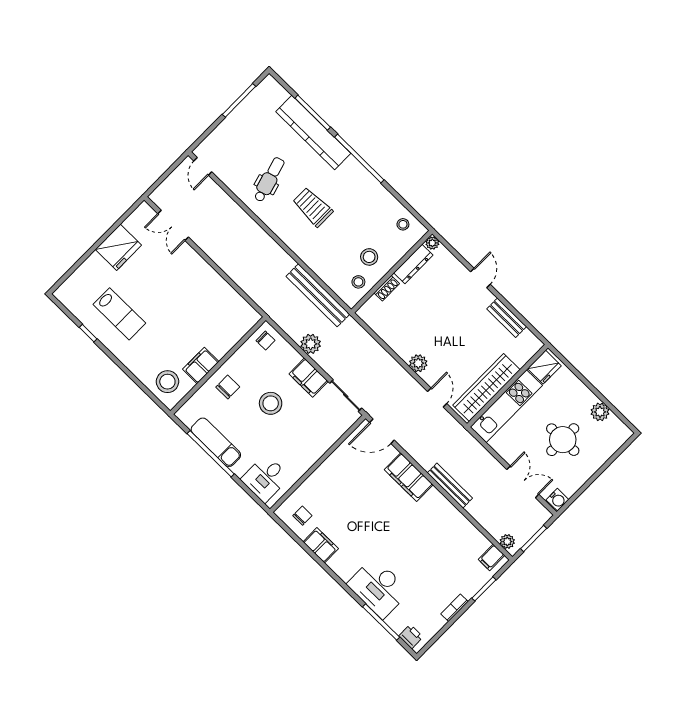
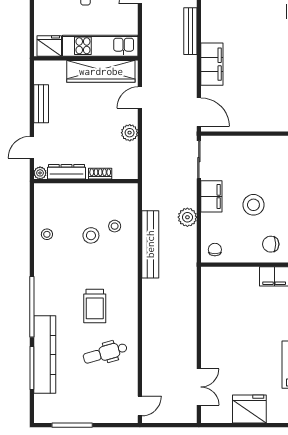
plant: (432, 243) -> (40, 173), moved
dresser: (413, 264) -> (67, 172), moved
wall: (392, 272) -> (86, 181), moved
shoe rack: (387, 288) -> (100, 174), moved

